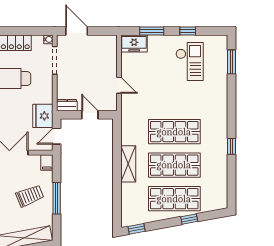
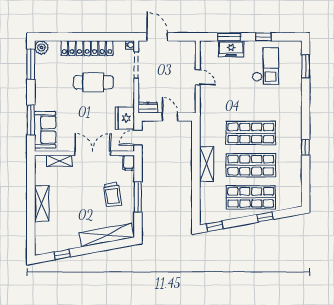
freezer: (134, 43) -> (231, 49), moved
door: (119, 85) -> (198, 77), moved
trolley: (30, 196) -> (112, 195), turned 104

